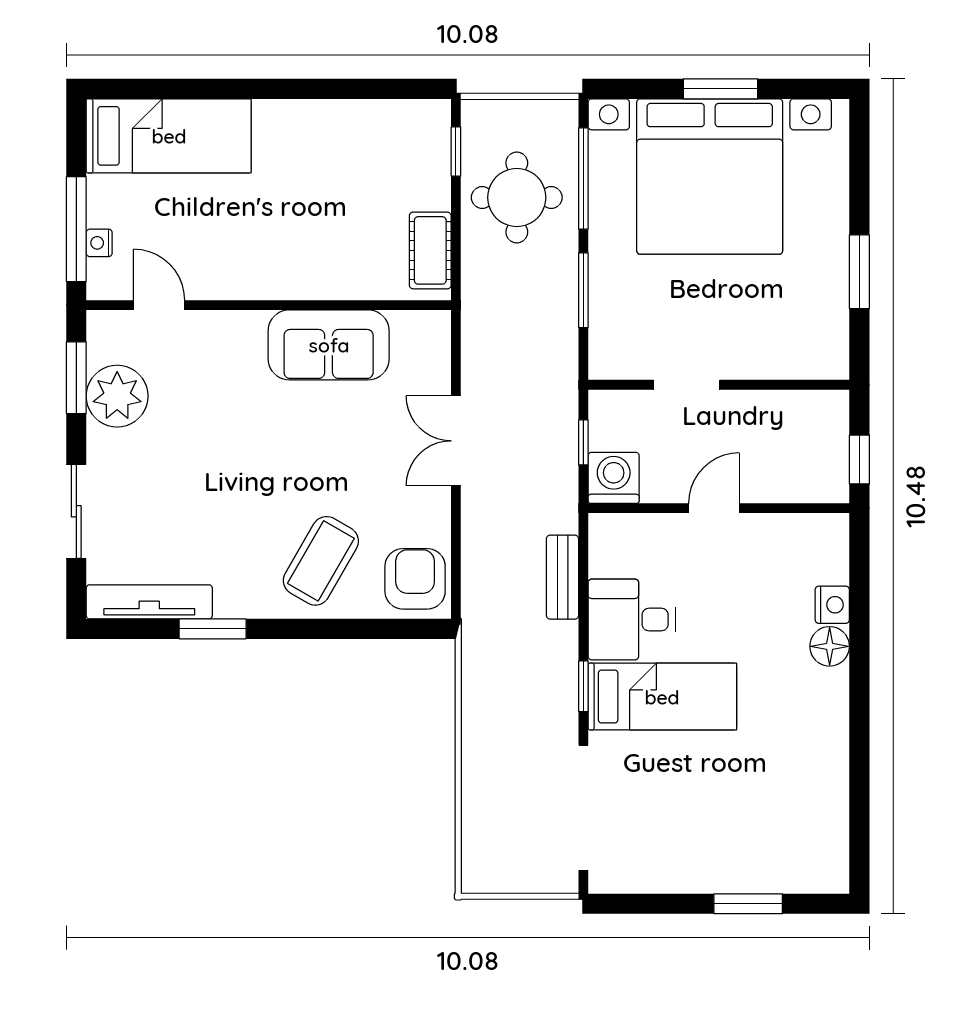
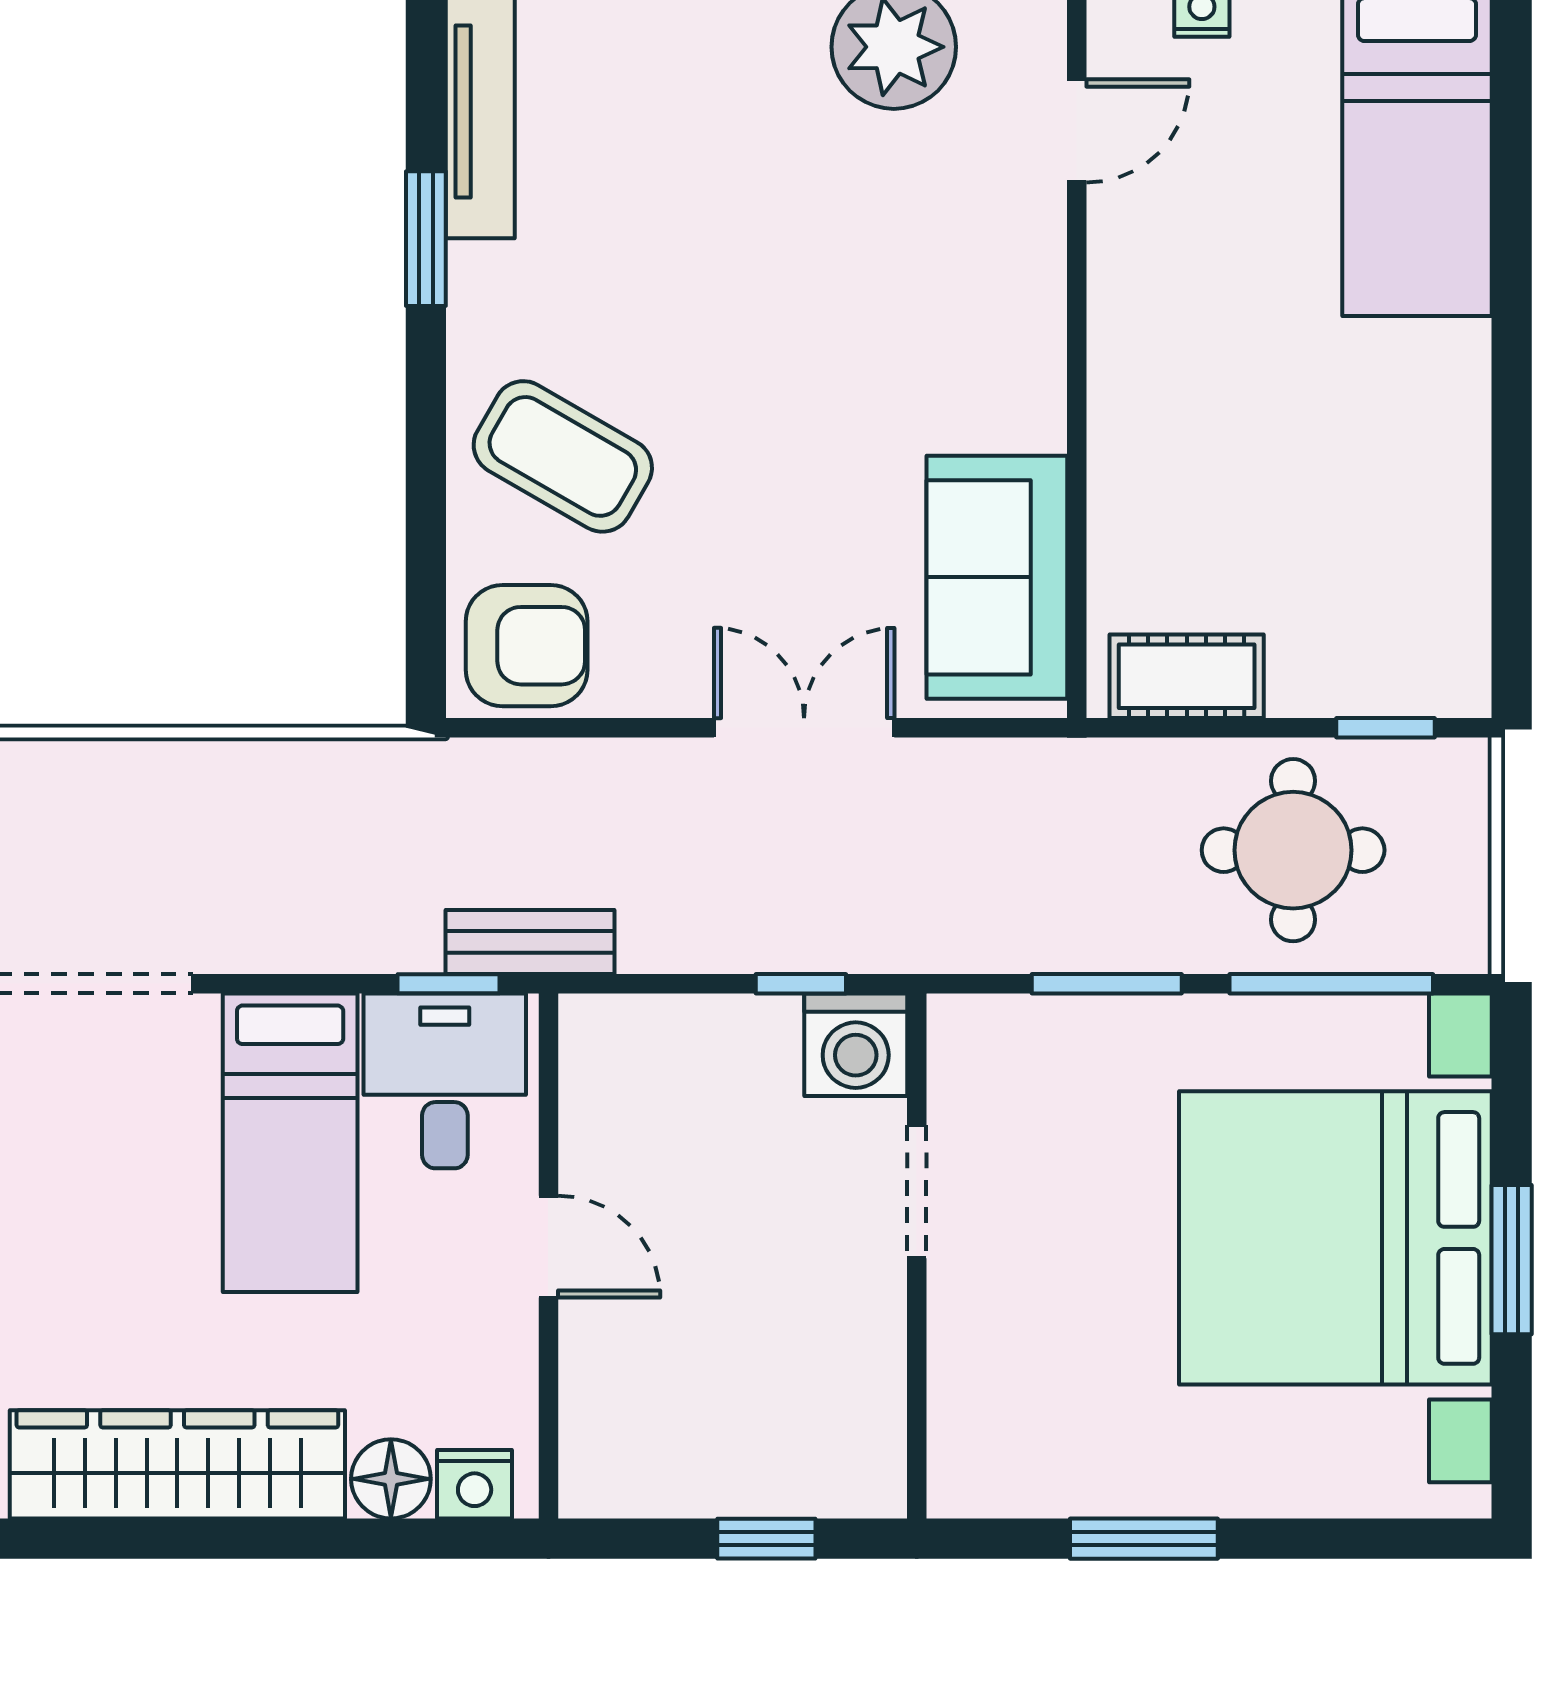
sofa: (329, 345) -> (997, 577), moved
washing machine: (614, 478) -> (856, 1045), moved, turned 90
door: (714, 508) -> (548, 1247), moved
wall: (719, 508) -> (548, 1256), moved
window: (583, 686) -> (449, 984), moved
wardrobe: (822, 753) -> (177, 1464), added

